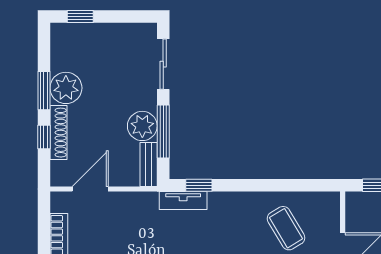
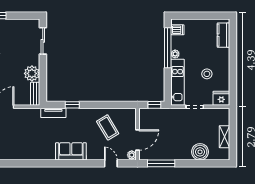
window: (163, 131) -> (43, 76), removed
window: (199, 185) -> (72, 105), moved

